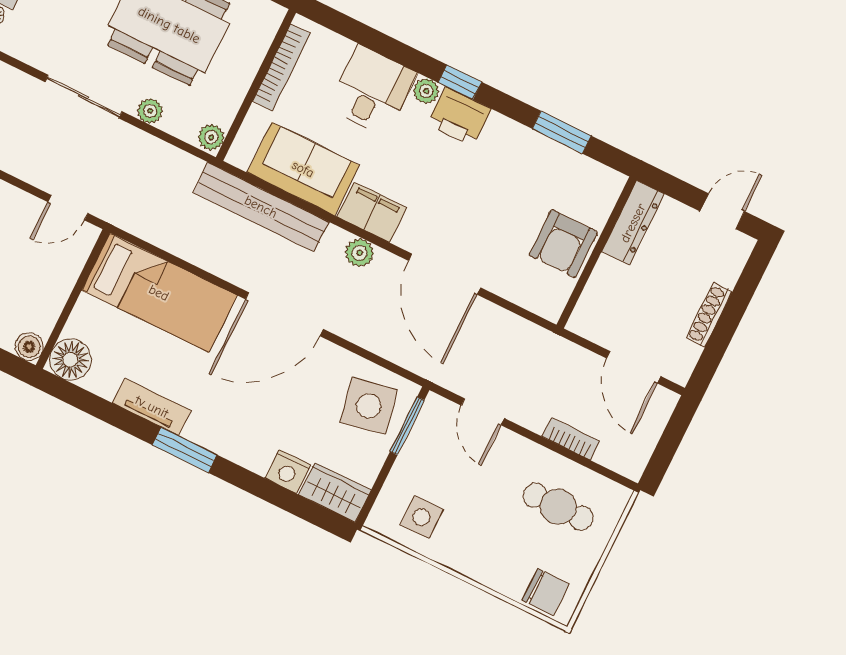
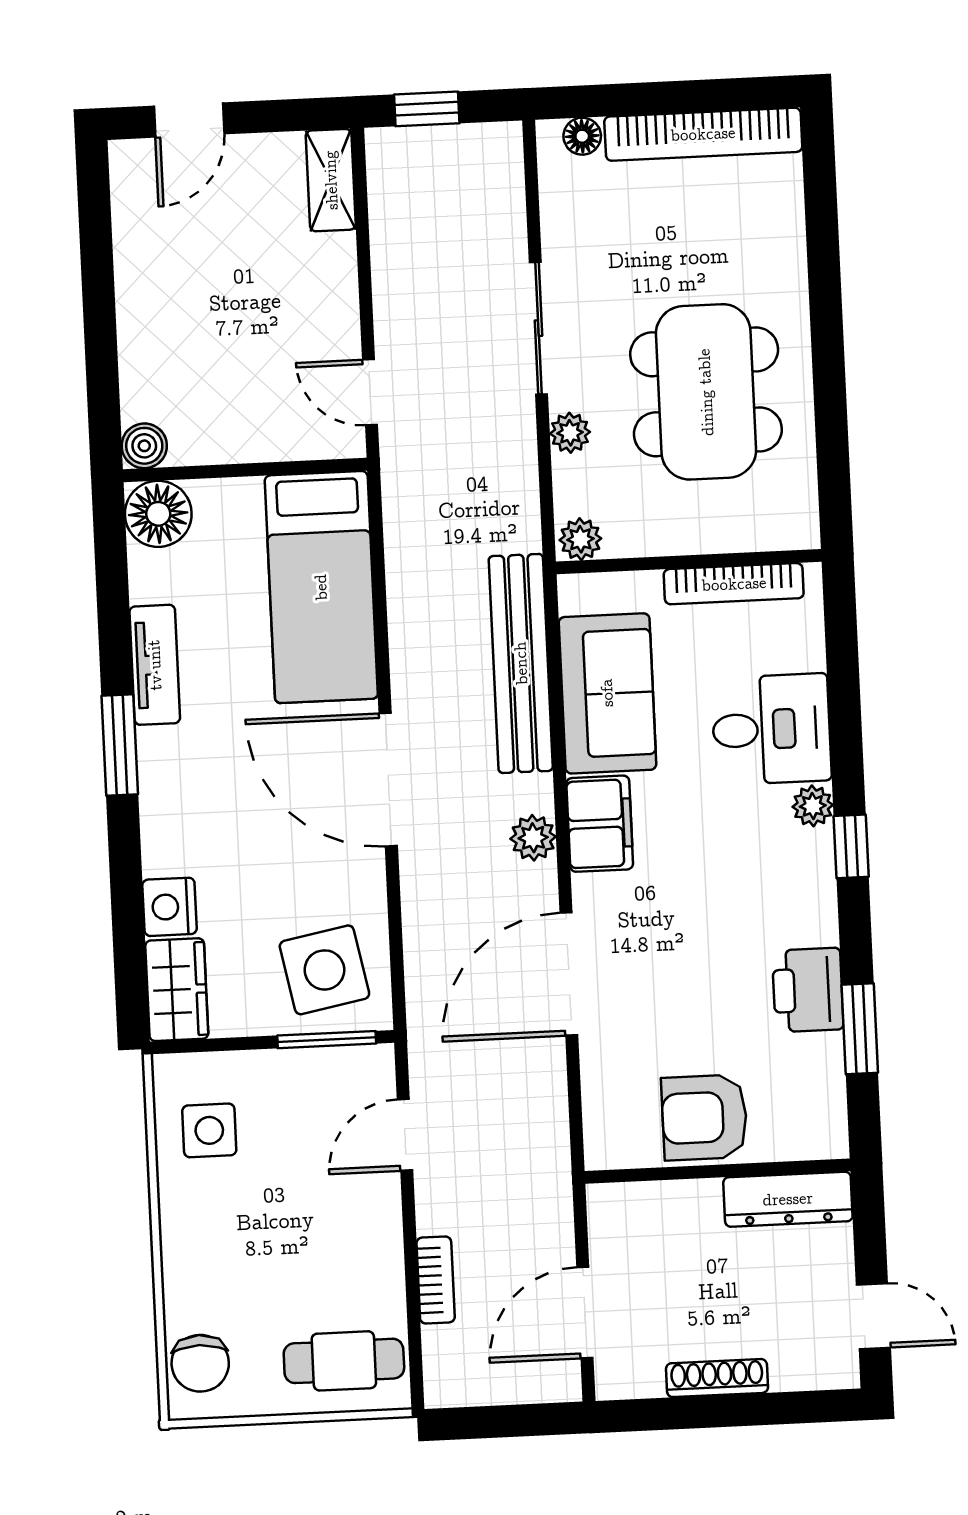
printer: (459, 117) -> (808, 990), moved
cafe table: (558, 507) -> (344, 1361), moved, turned 90

